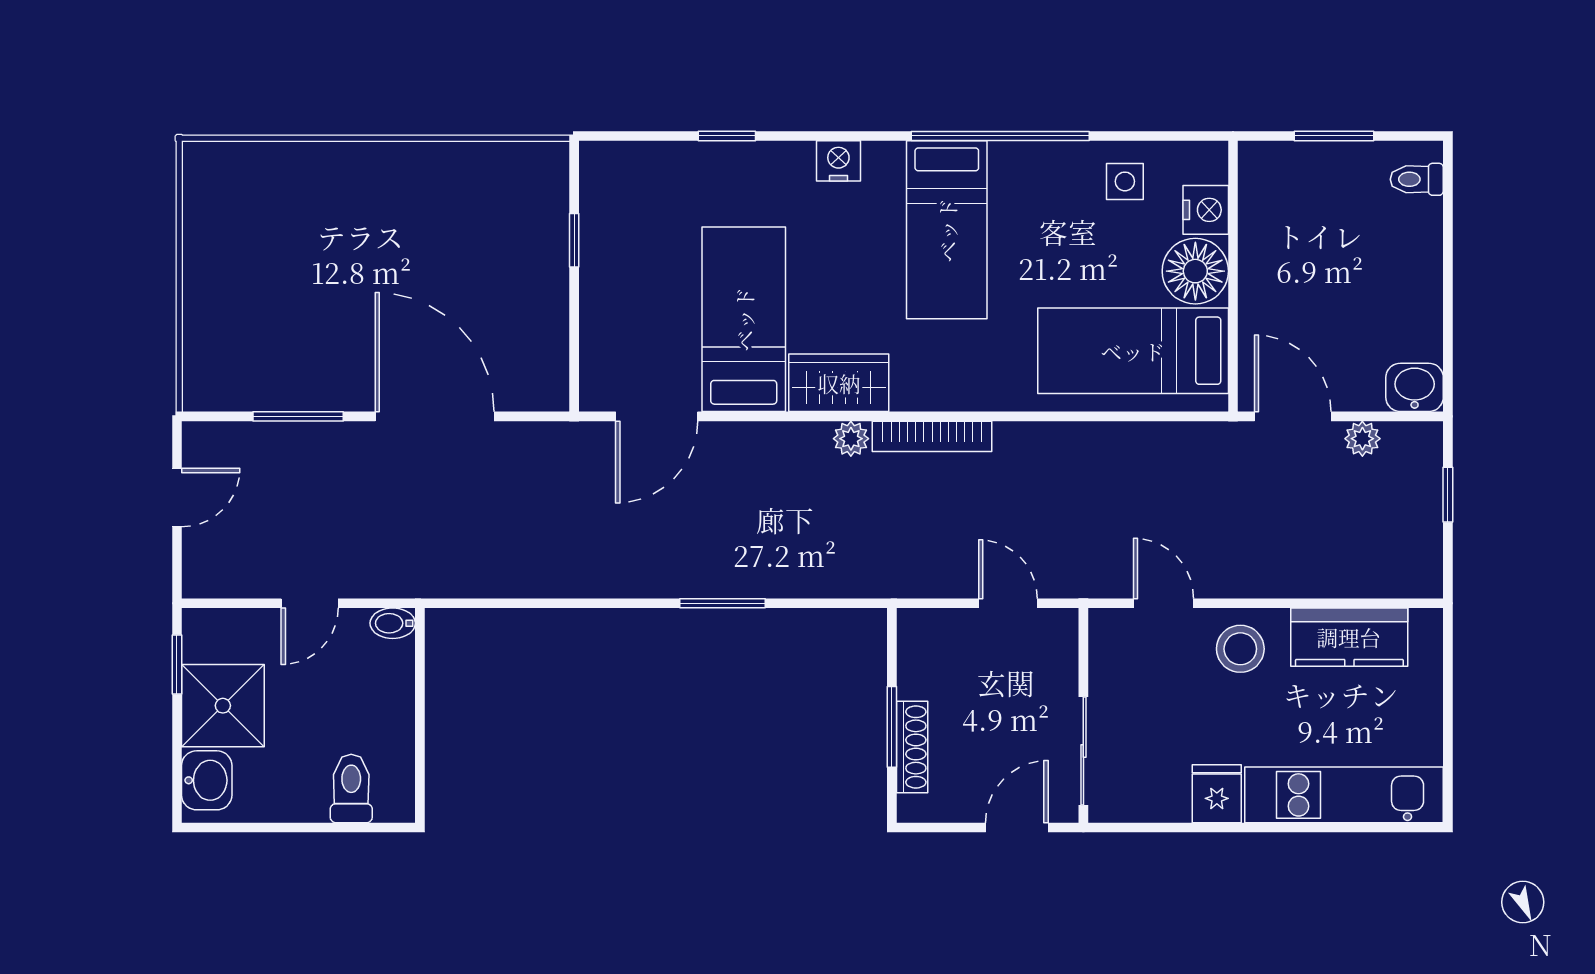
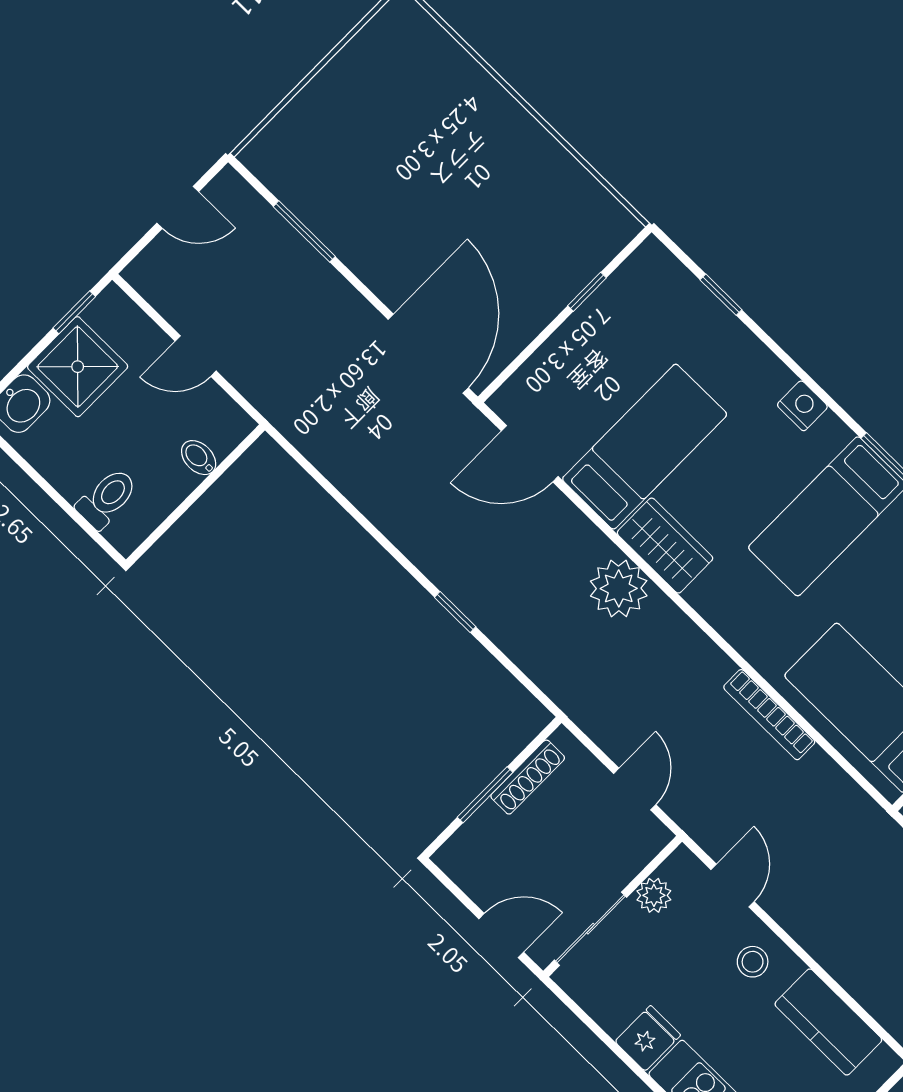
window: (727, 136) -> (721, 295), moved
door: (435, 416) -> (428, 354), moved
bookcase: (932, 436) -> (769, 715), moved
plant: (851, 439) -> (619, 588), width x1.88, depth x1.88
window: (722, 603) -> (455, 612), width x0.67
bidet: (393, 623) -> (199, 458), moved
stool: (1240, 649) -> (753, 962), width x0.73, depth x0.73
plant: (1108, 674) -> (654, 895), added
shoe rack: (912, 747) -> (528, 777), moved

